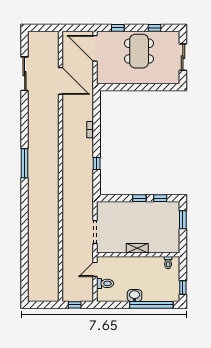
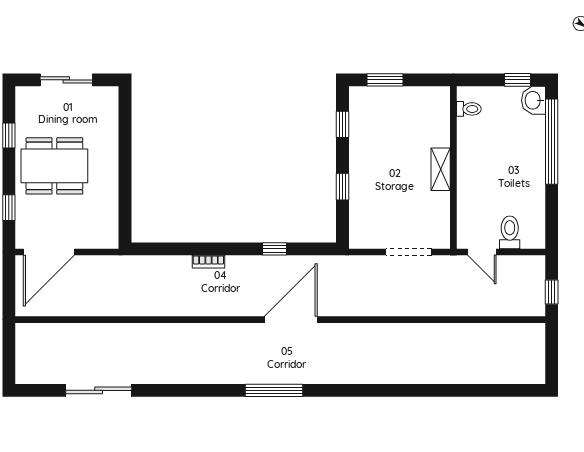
door: (61, 81) -> (291, 320), moved
window: (139, 198) -> (343, 187), moved
washbasin: (135, 296) -> (533, 100), moved

